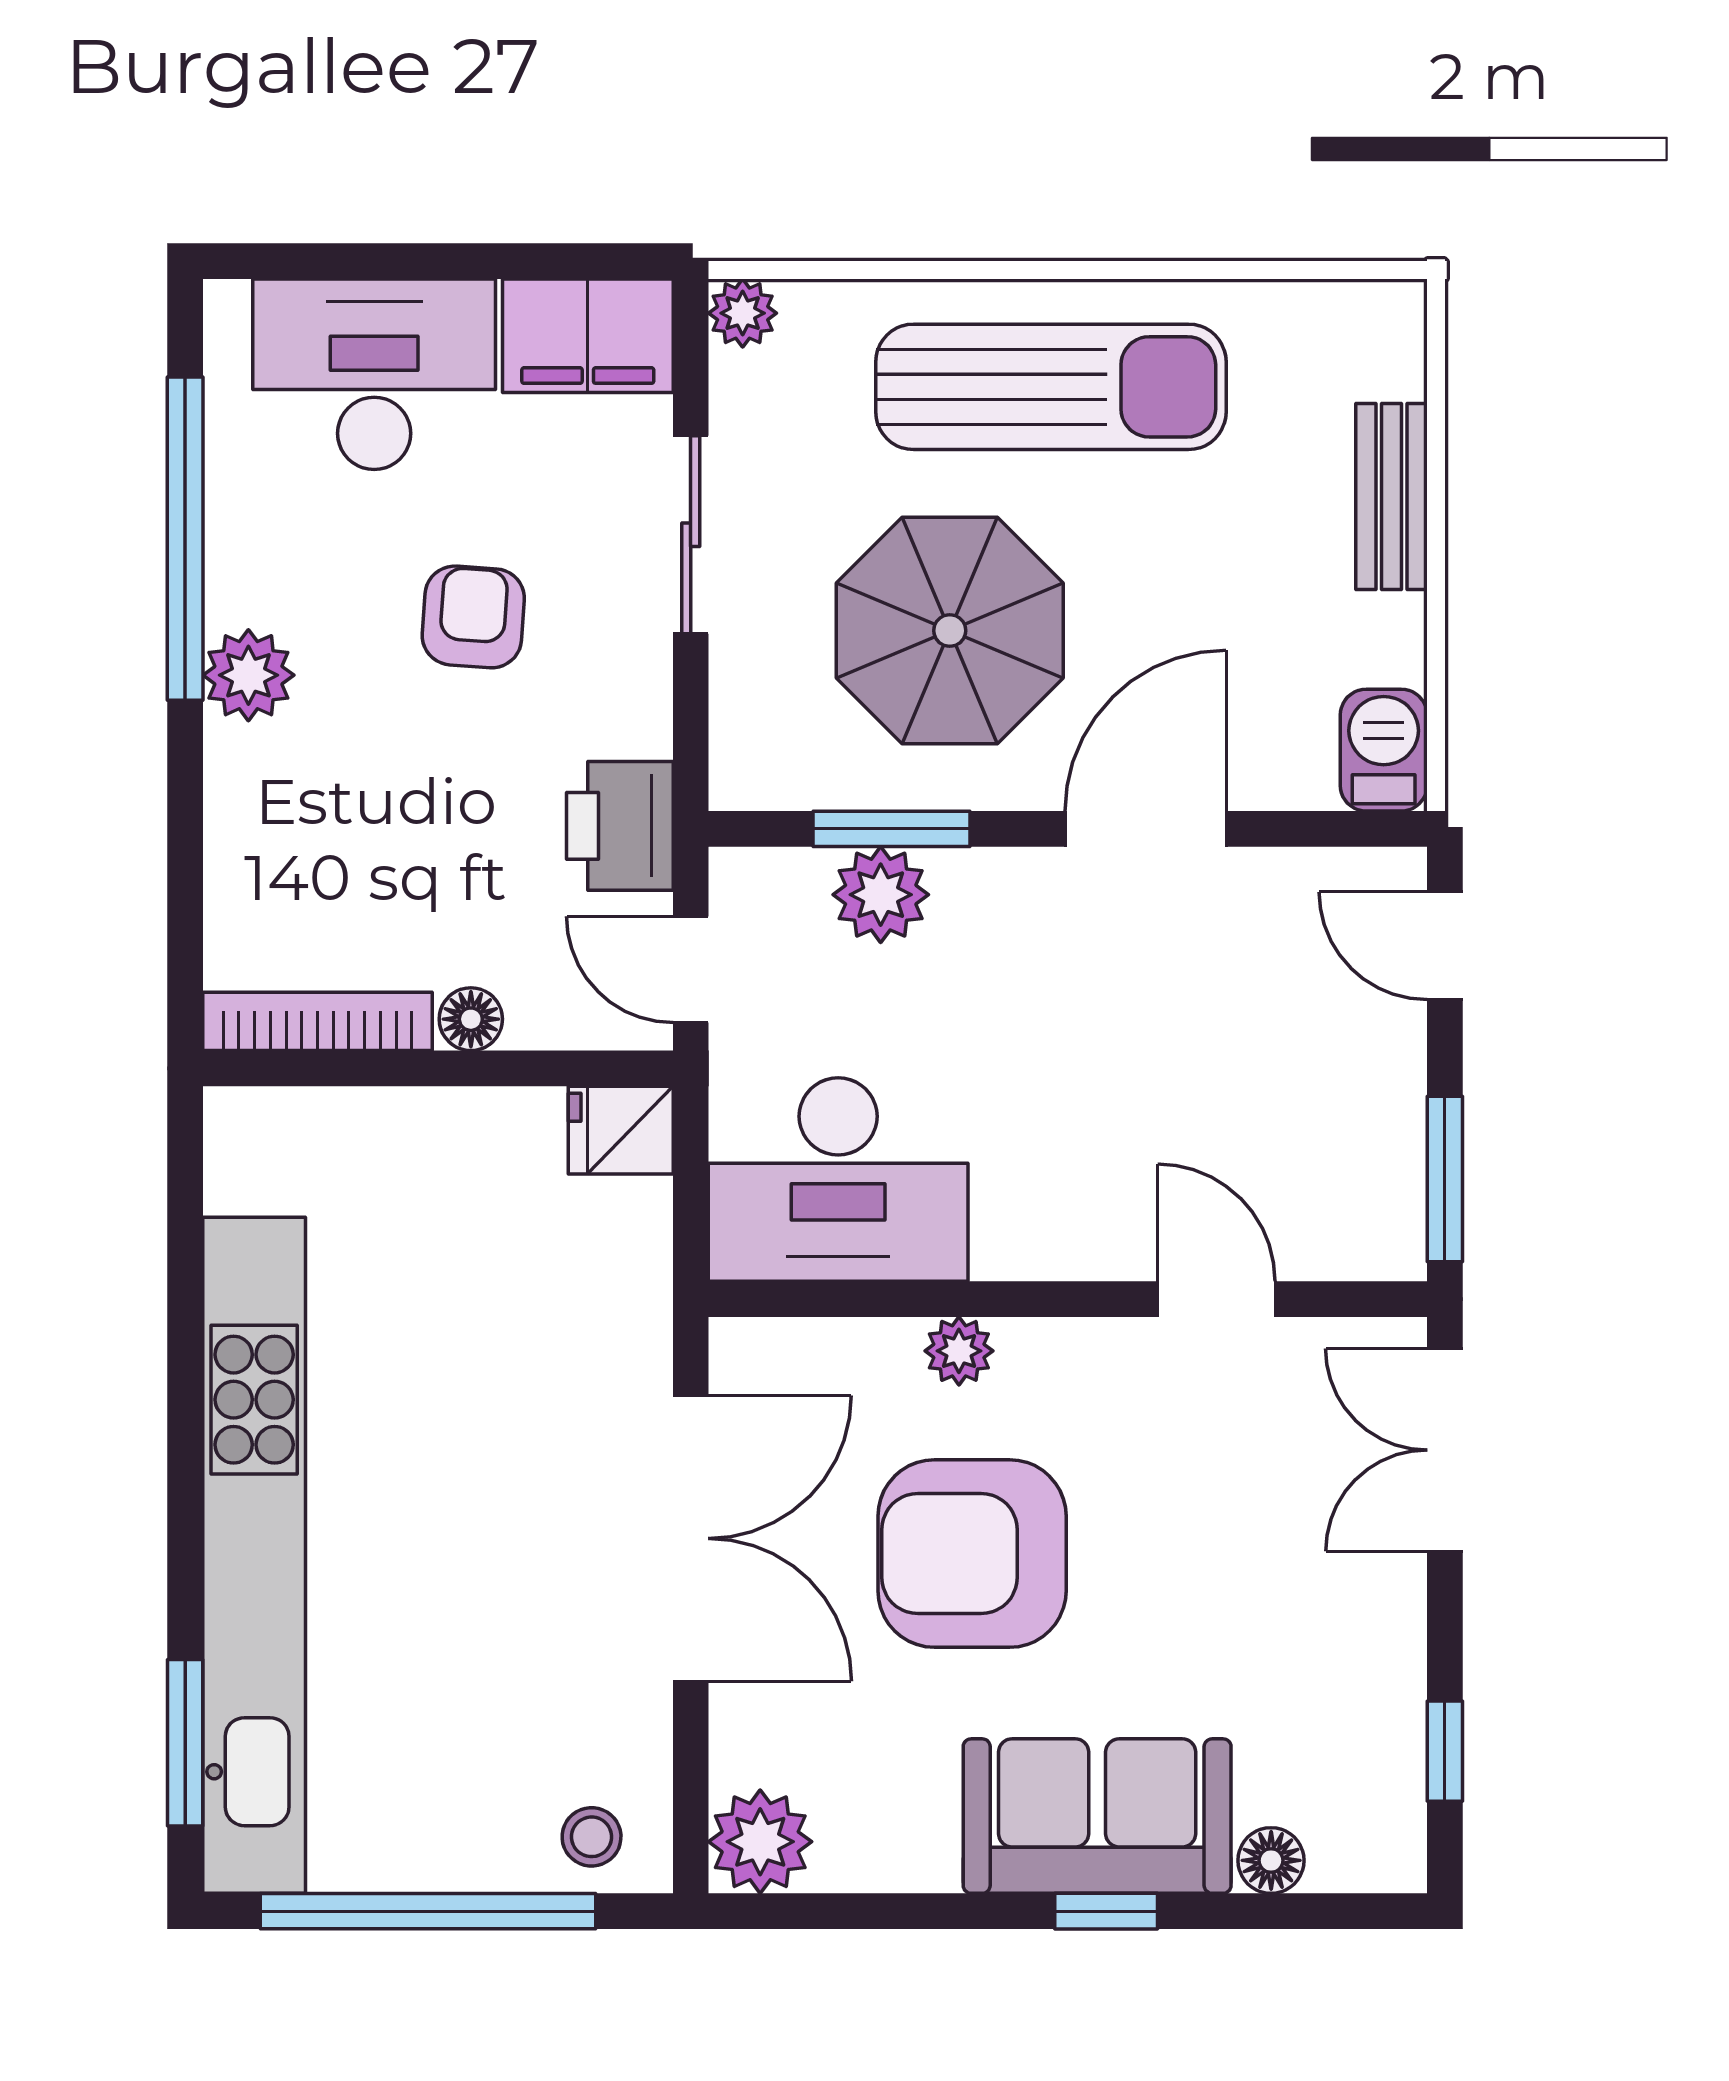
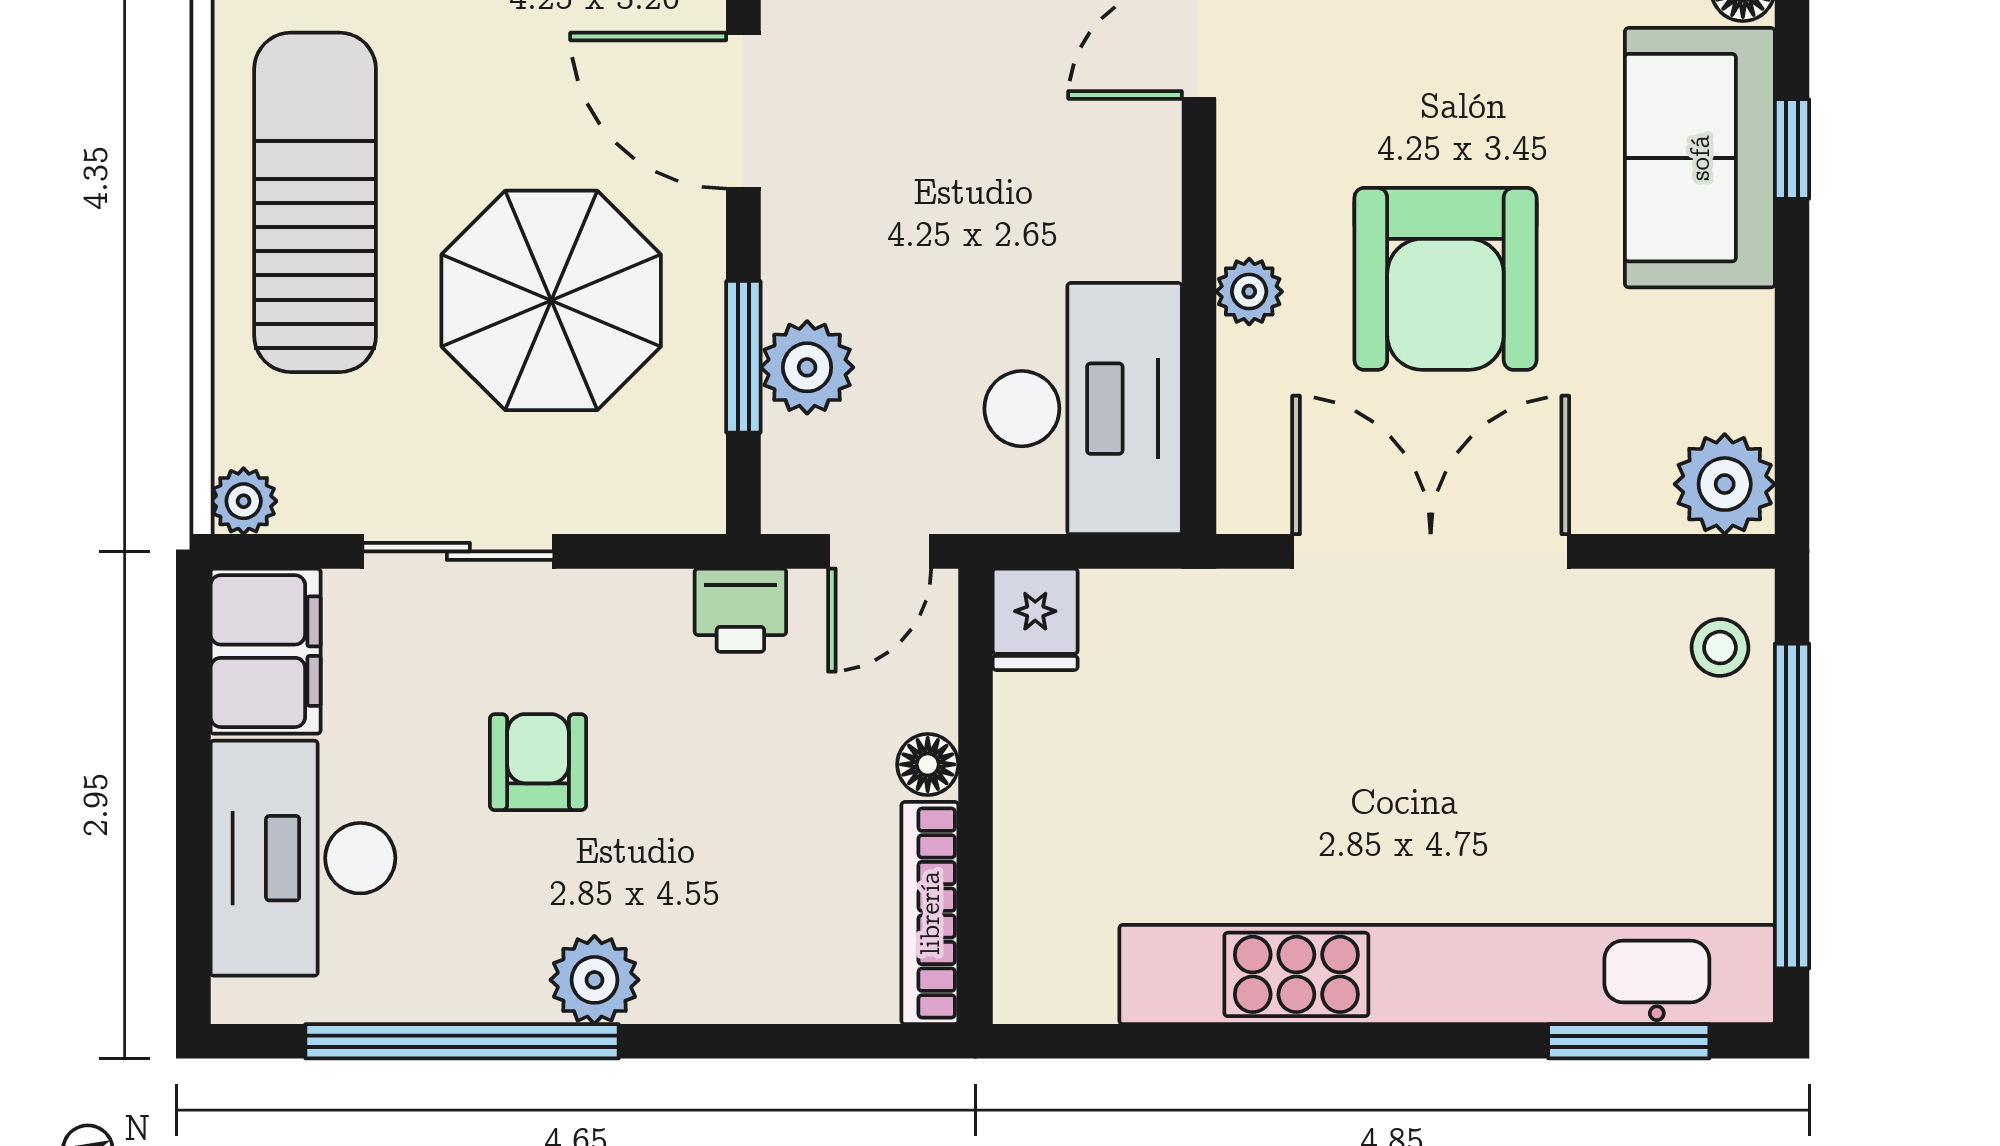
armchair: (473, 617) -> (538, 762), turned 86
printer: (620, 826) -> (740, 610), width x0.73, depth x0.81

